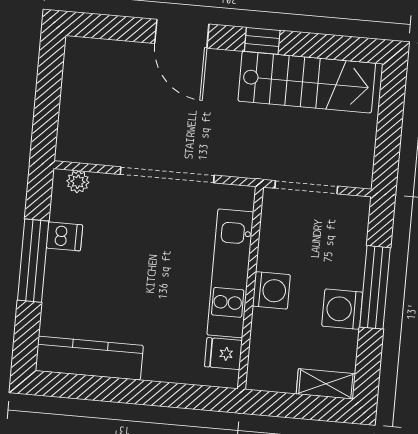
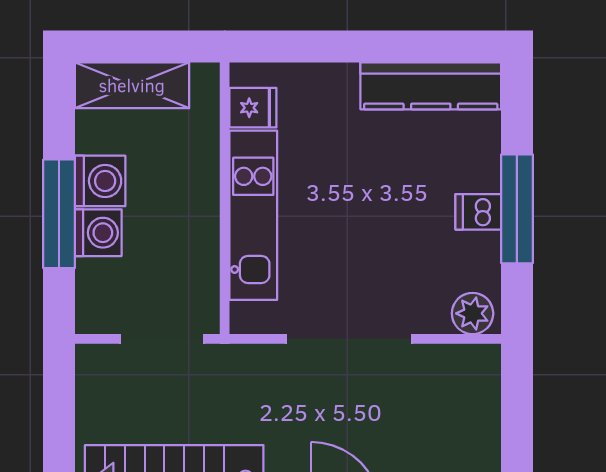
plant: (78, 182) -> (473, 313), width x1.38, depth x1.38
dishwasher: (64, 236) -> (478, 212), moved
washing machine: (271, 290) -> (98, 233), moved, turned 180
shelving: (326, 384) -> (132, 85), width x1.50, depth x1.33

